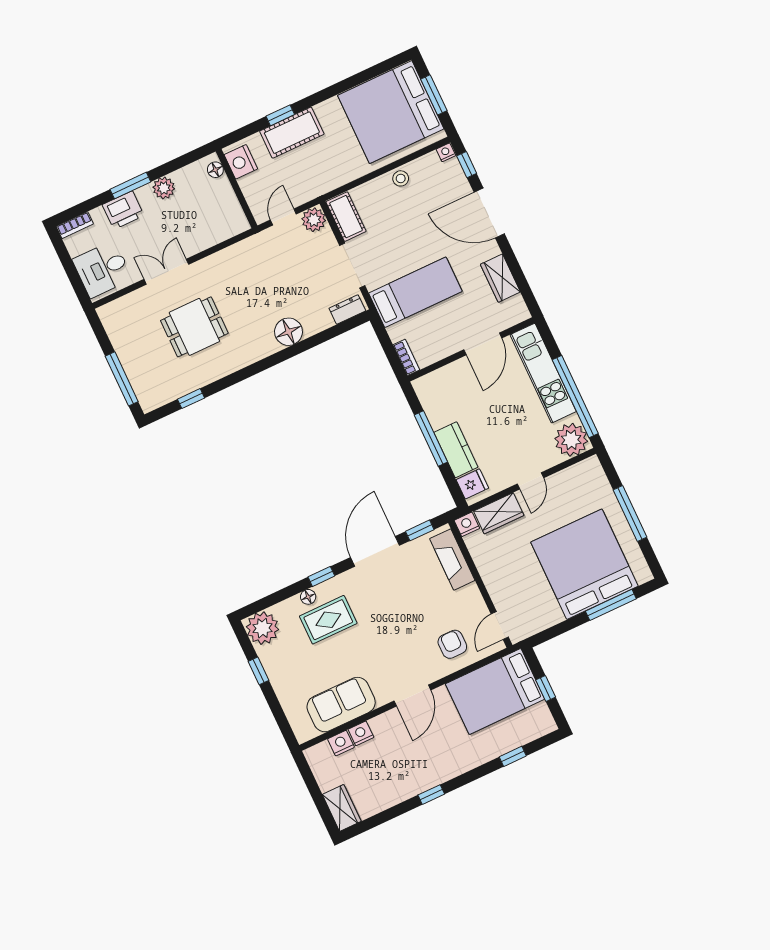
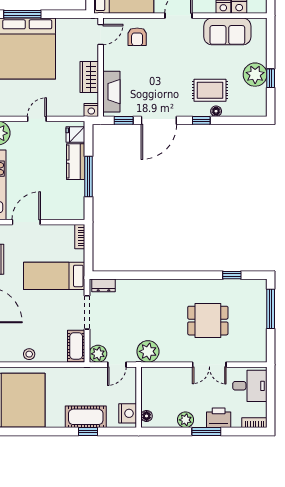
plant: (252, 252) -> (148, 351), added
floor lamp: (288, 332) -> (148, 289), removed
wardrobe: (499, 513) -> (89, 77), moved, turned -90
plant: (263, 628) -> (255, 75), moved

